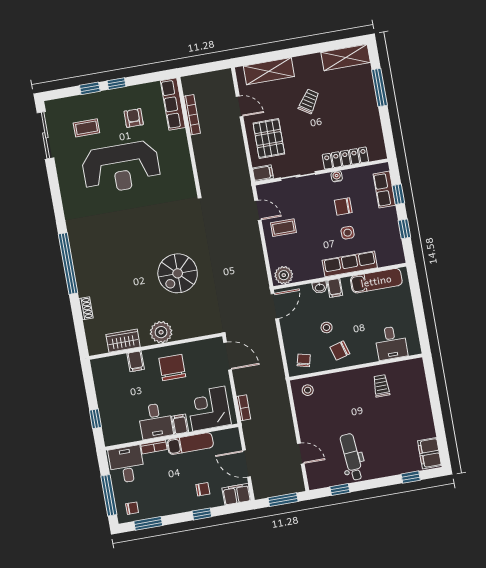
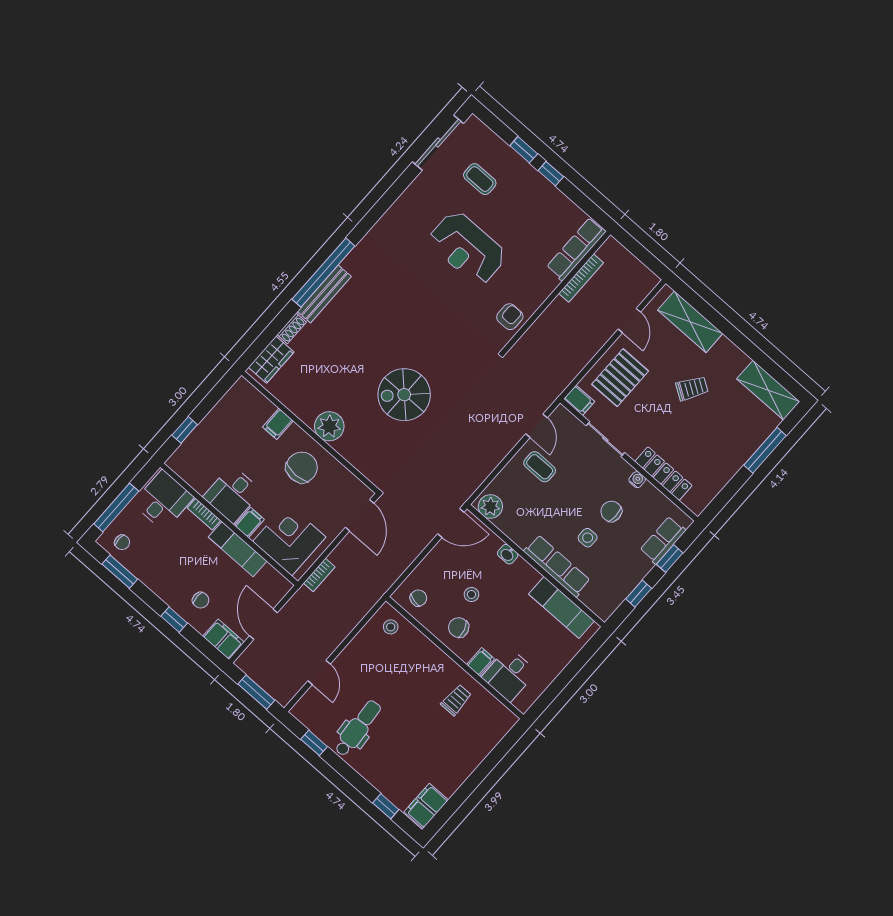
armchair: (134, 118) -> (510, 317), moved
reception desk: (121, 168) -> (467, 248), width x0.74, depth x0.77
bench: (81, 273) -> (324, 294), added
filing cabinet: (335, 288) -> (480, 662), moved, turned 180
wardrobe: (123, 341) -> (271, 360), moved, turned 90

